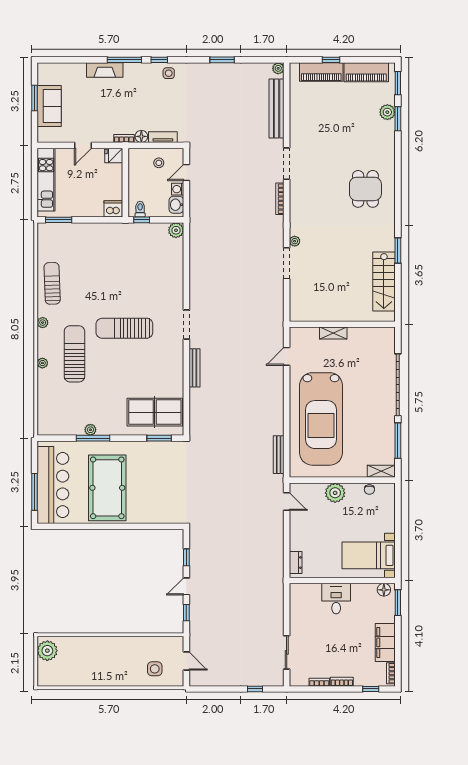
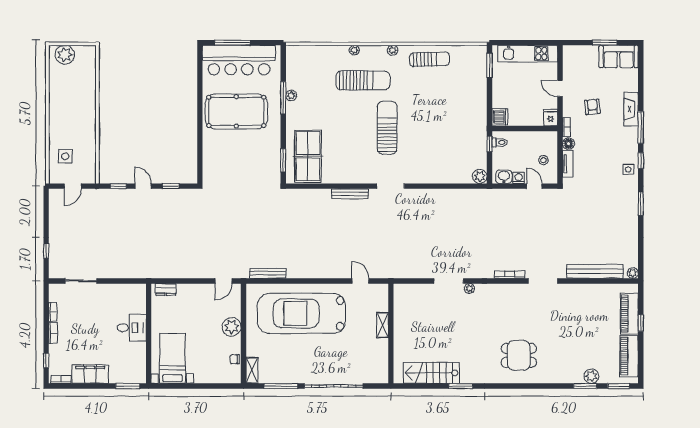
window: (222, 60) -> (641, 204), moved
sofa: (49, 106) -> (619, 56), moved
armchair: (102, 111) -> (592, 107), added
floor lamp: (384, 590) -> (140, 373), removed
plant: (47, 651) -> (65, 55), moved

